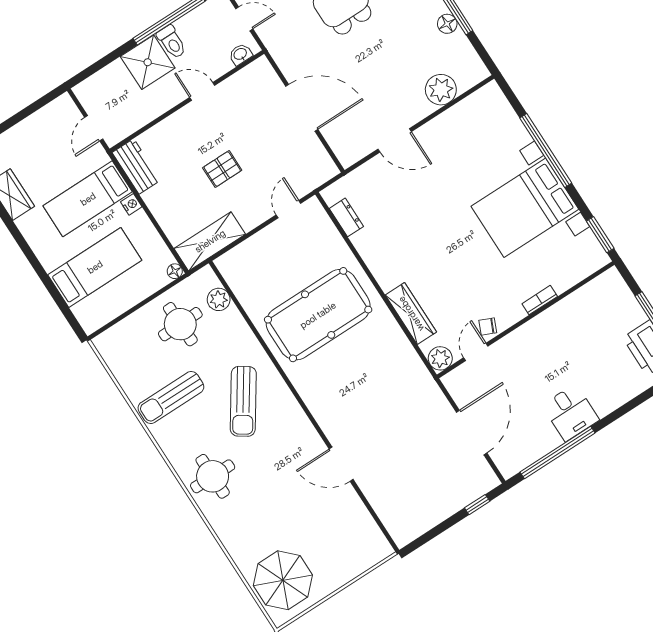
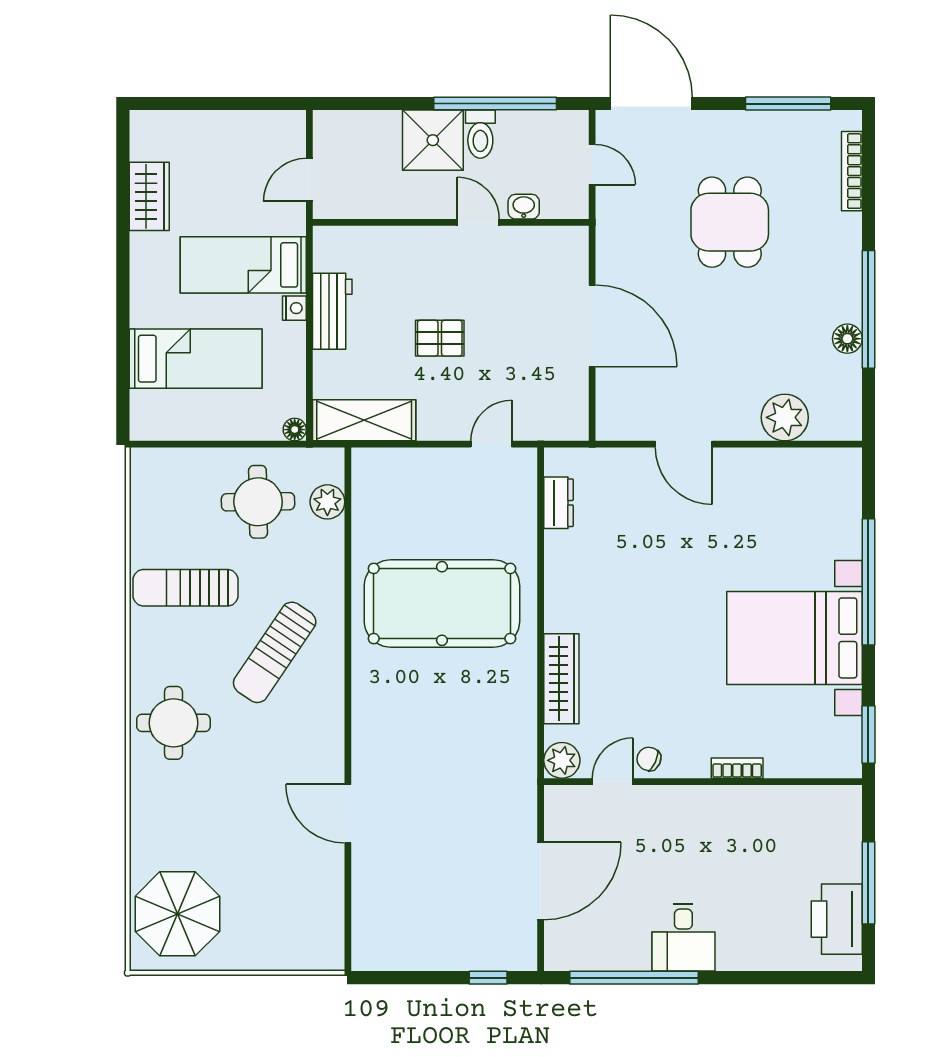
washbasin: (240, 54) -> (524, 207), moved
workbench: (136, 166) -> (332, 311), moved

